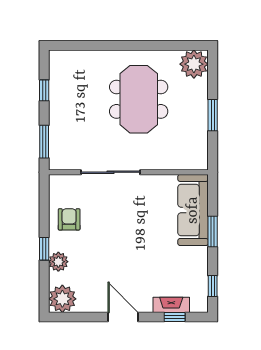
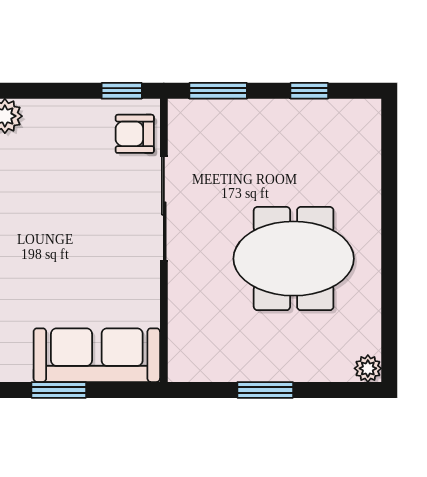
plant: (194, 64) -> (368, 368), width x0.53, depth x0.53
armchair: (69, 219) -> (135, 134), moved, turned 180
window: (44, 249) -> (122, 91), moved

